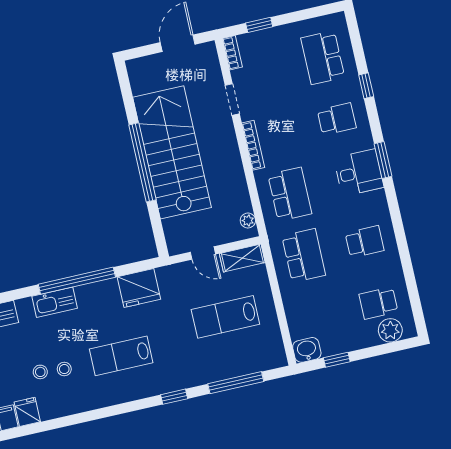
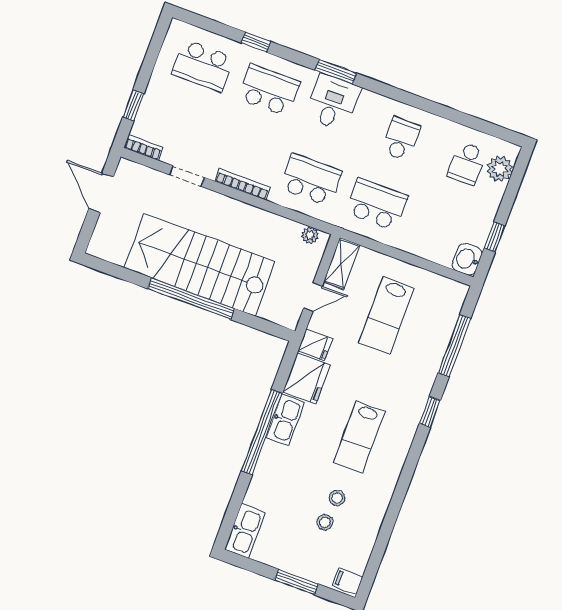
school desk: (337, 119) -> (269, 90), width x1.85
kitchen sink: (55, 302) -> (285, 420), moved
fridge: (27, 412) -> (315, 345), moved, turned 180

